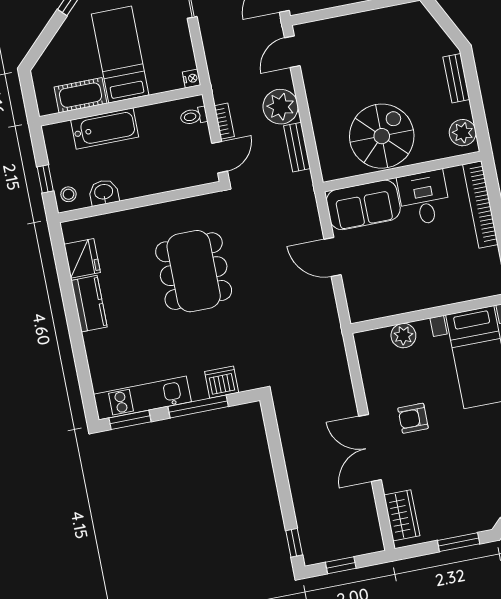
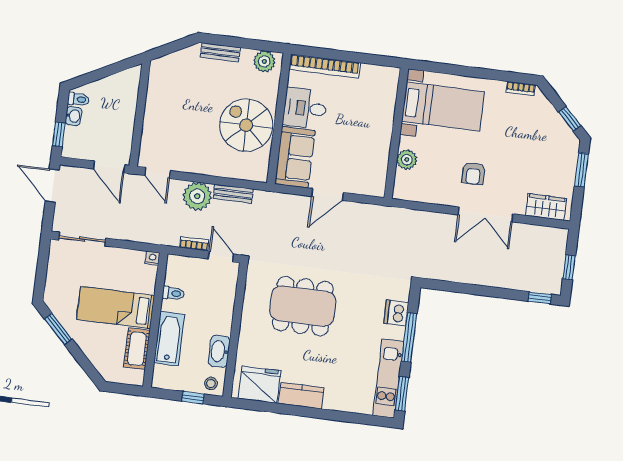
toilet: (194, 116) -> (173, 293), moved, turned -90
washbasin: (104, 192) -> (219, 351), width x1.38
fridge: (82, 258) -> (260, 385), width x1.36, depth x1.34

